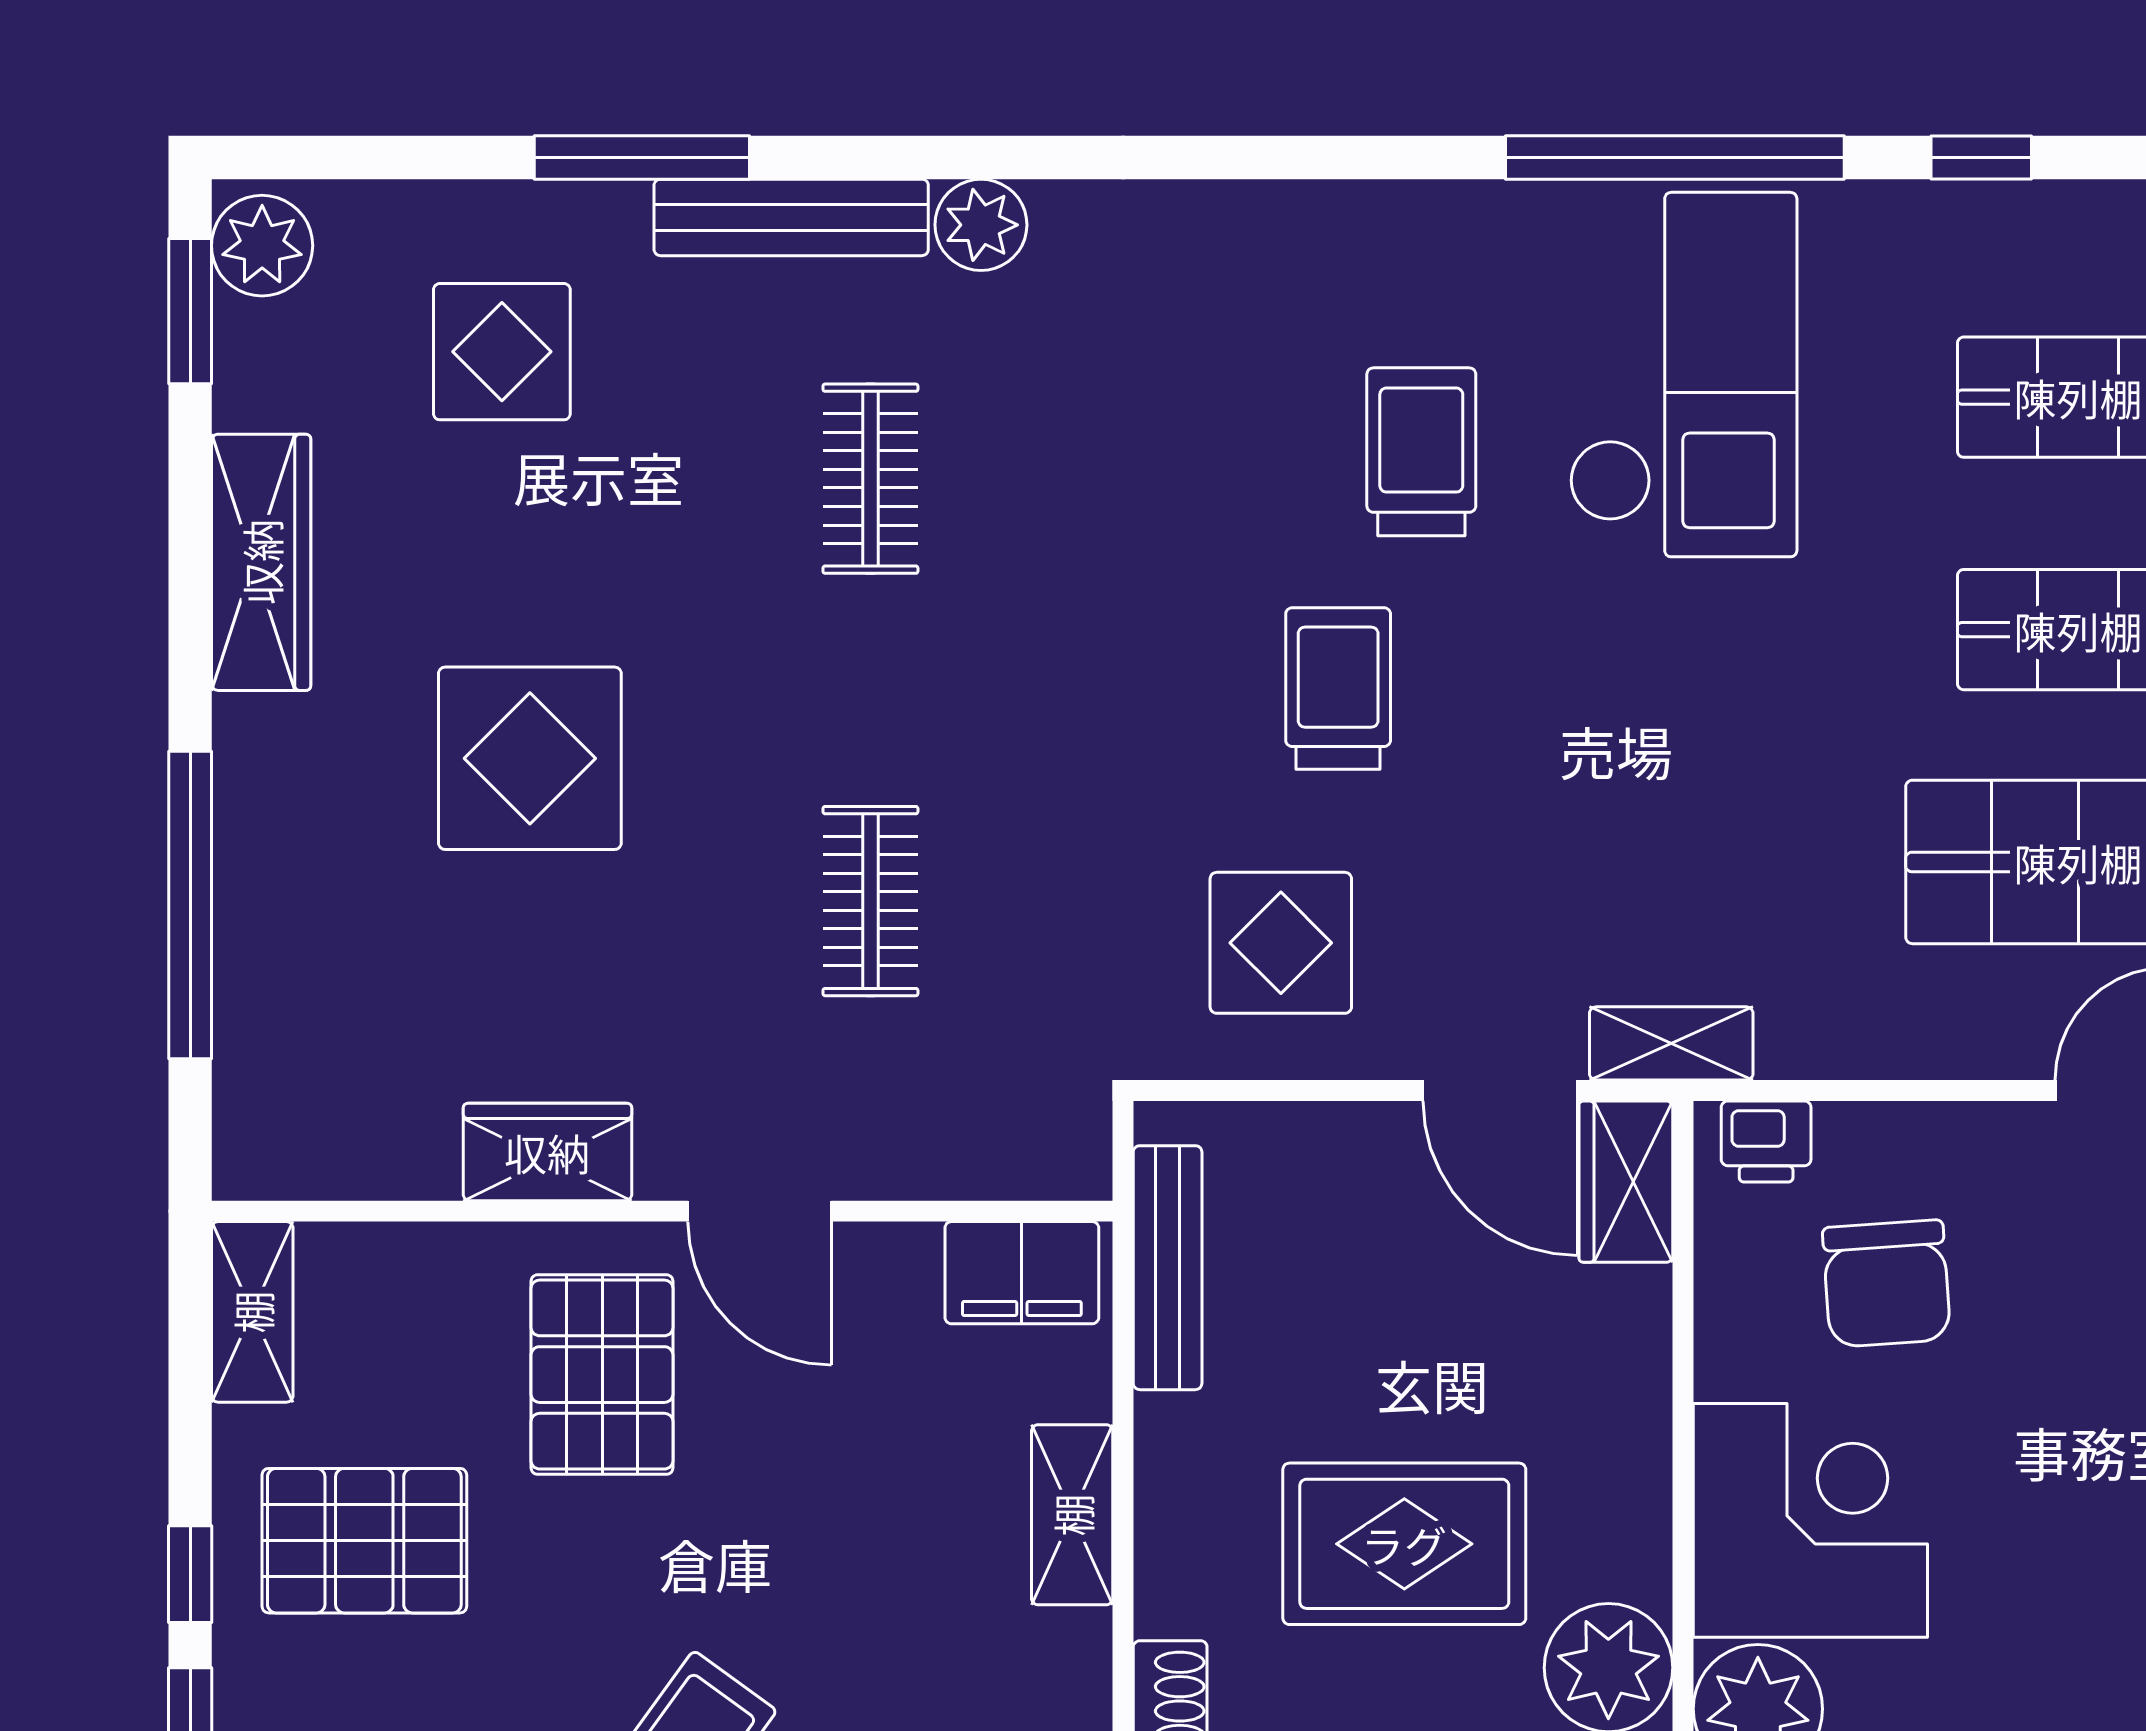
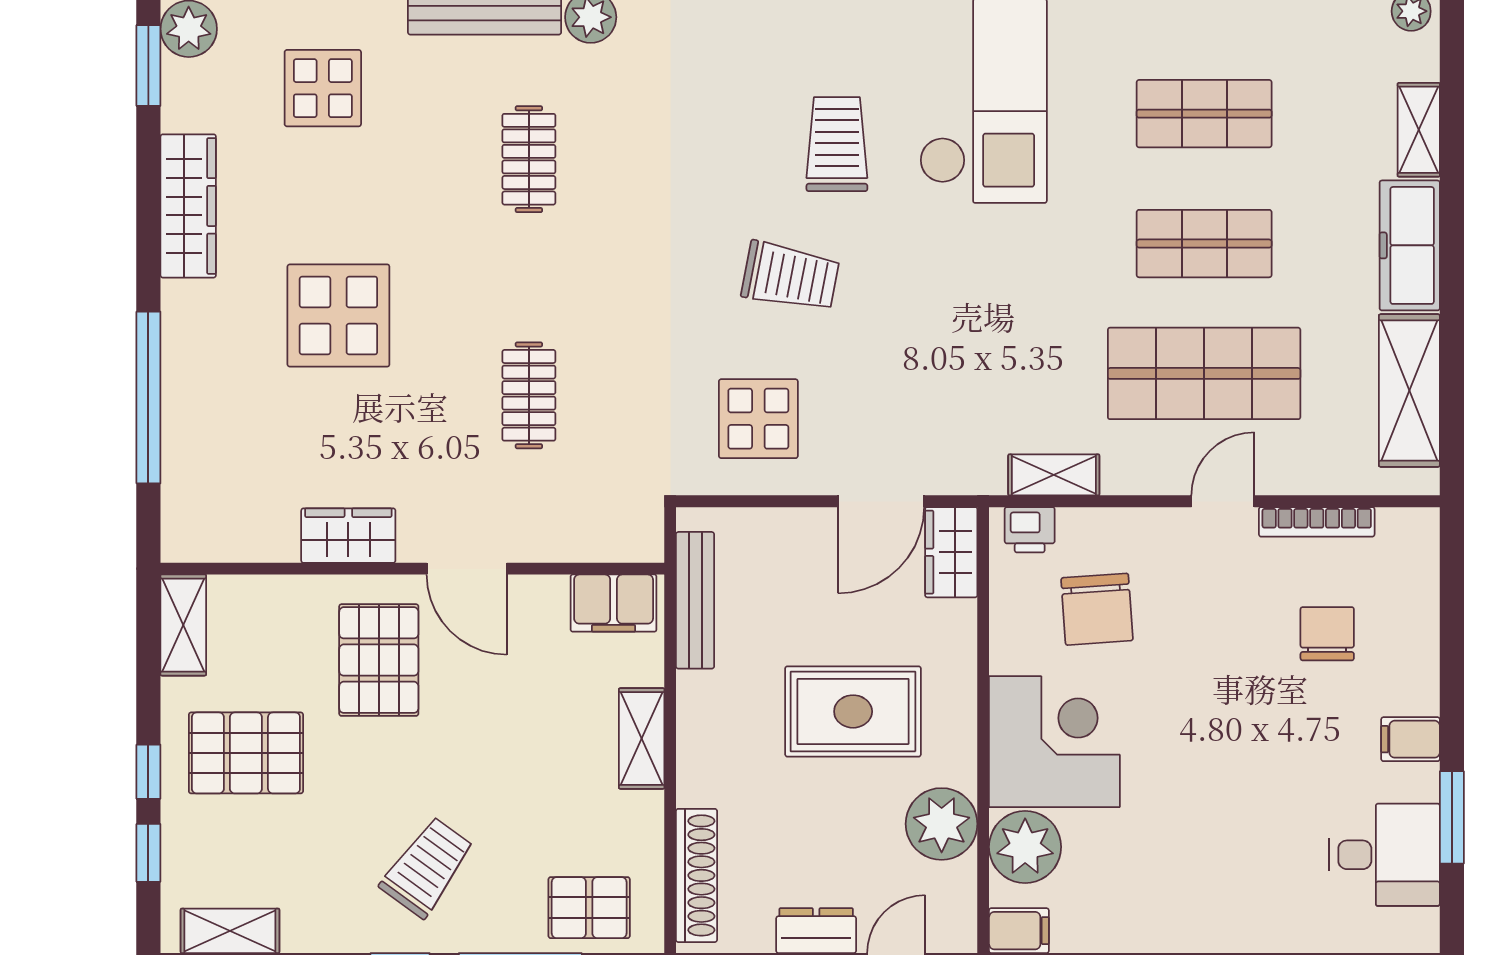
trolley: (1338, 688) -> (790, 276), turned 101
shelving: (1671, 1043) -> (1054, 475), moved
door: (1500, 1090) -> (881, 501), hinge flipped
rug: (1404, 1544) -> (853, 711), moved

